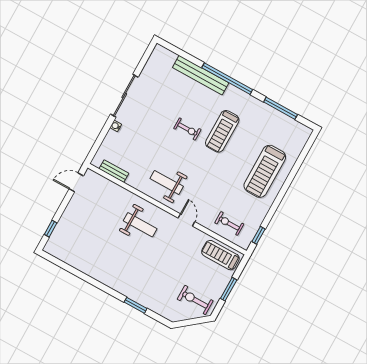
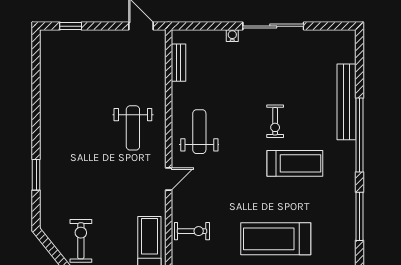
treadmill: (222, 131) -> (295, 163), turned 180
exercise bike: (229, 223) -> (192, 231), turned 90

